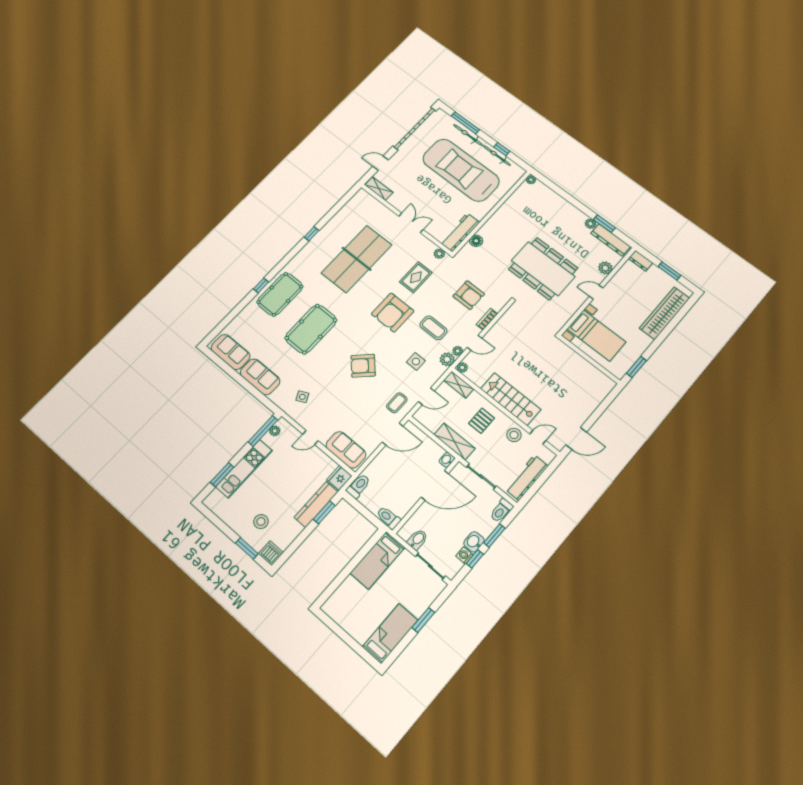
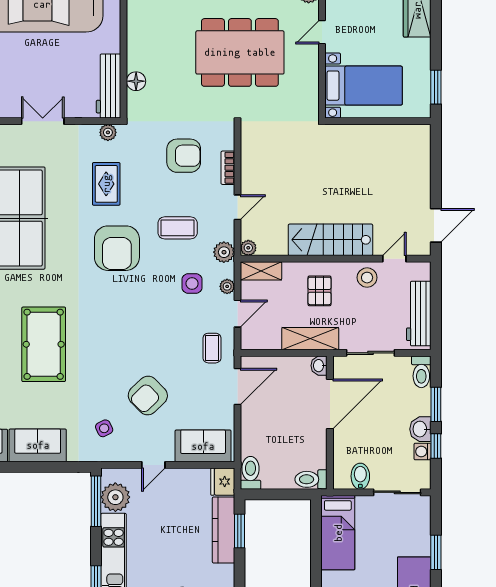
plant: (458, 351) -> (227, 286), moved
armchair: (363, 366) -> (148, 396), moved
plant: (275, 431) -> (115, 497), width x1.88, depth x1.88

